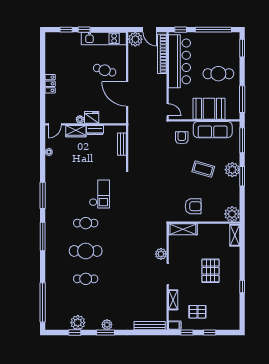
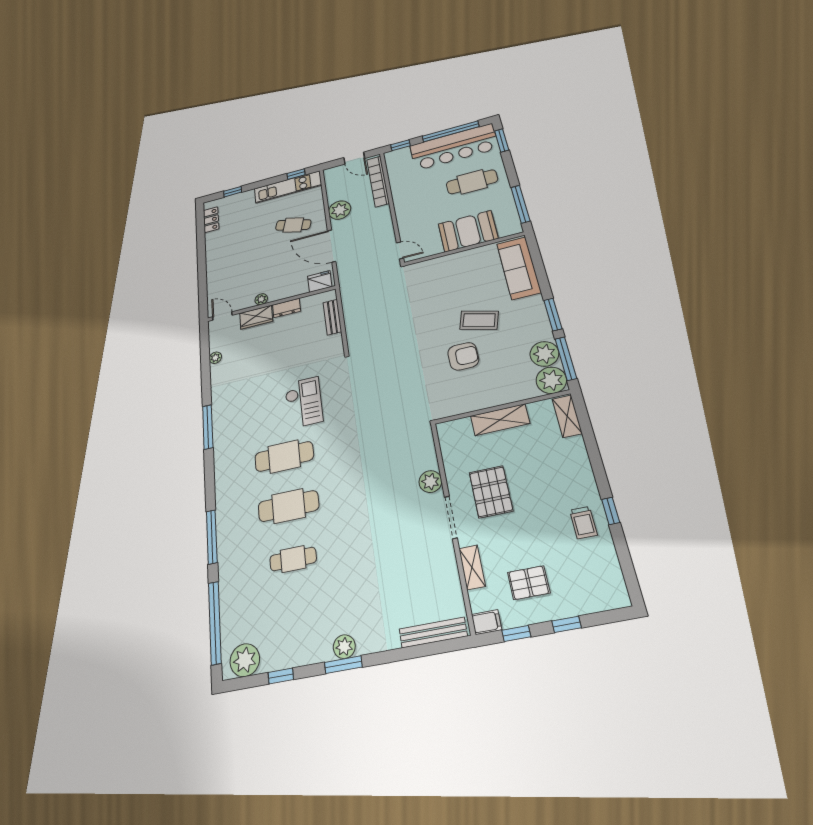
window: (84, 30) -> (296, 174), moved
plant: (135, 39) -> (340, 210), moved
bar counter: (180, 61) -> (454, 147), moved, turned 90
locker: (50, 84) -> (211, 220), moved
fridge: (92, 117) -> (320, 281), moved
door: (55, 124) -> (222, 316), swing flipped
sofa: (213, 130) -> (519, 268), moved, turned 90
armchair: (182, 138) -> (431, 283), removed
window: (242, 140) -> (566, 359), moved
plant: (232, 170) -> (544, 354), moved
armchair: (193, 206) -> (463, 356), moved
cafe table: (86, 223) -> (284, 456), width x1.37, depth x1.35
shelving: (183, 229) -> (500, 420), moved
window: (43, 237) -> (212, 537), moved
pallet: (210, 271) -> (491, 492), moved
trolley: (229, 289) -> (583, 523), added
plant: (78, 323) -> (245, 660), moved

